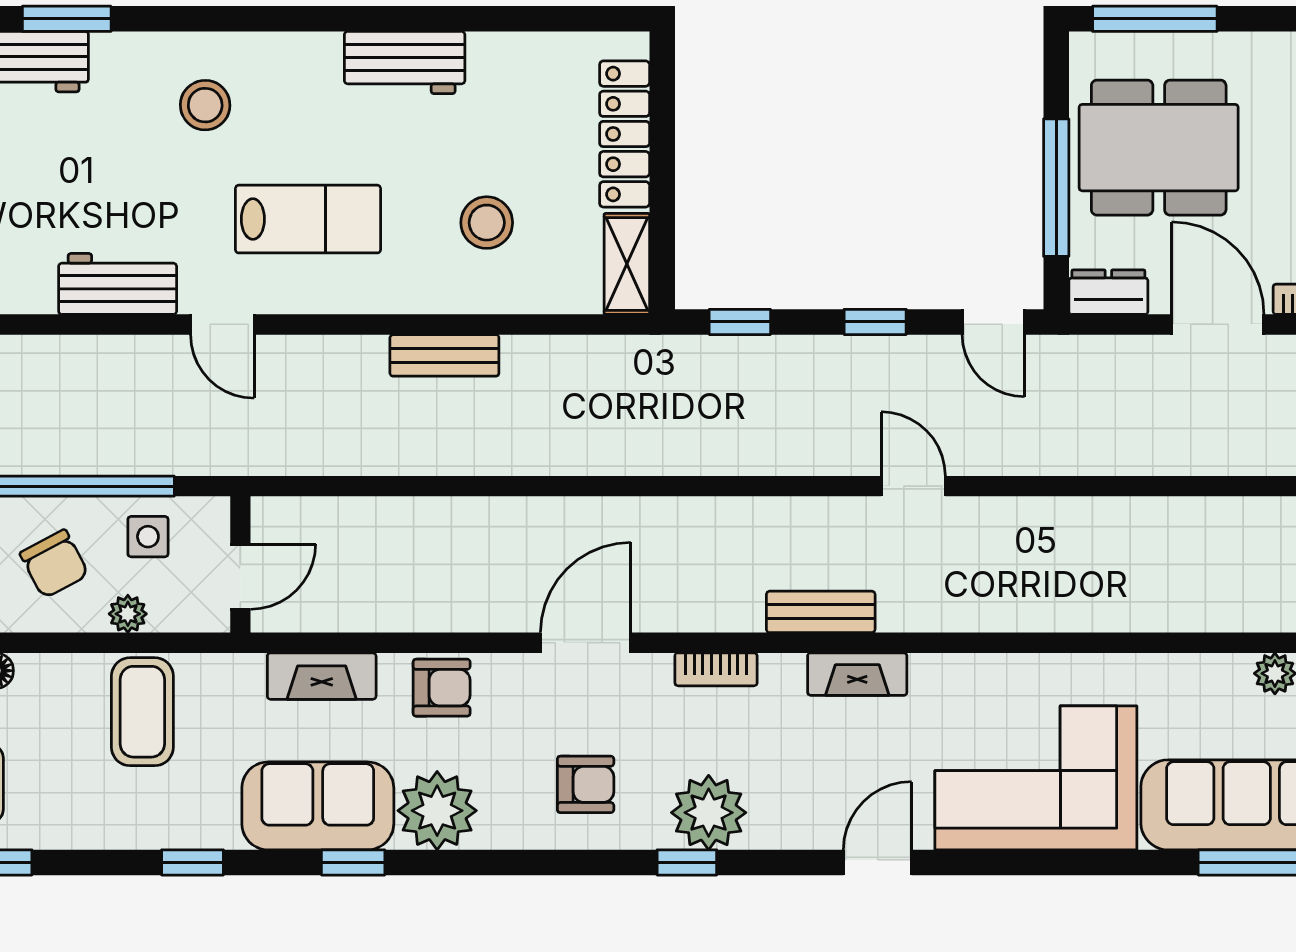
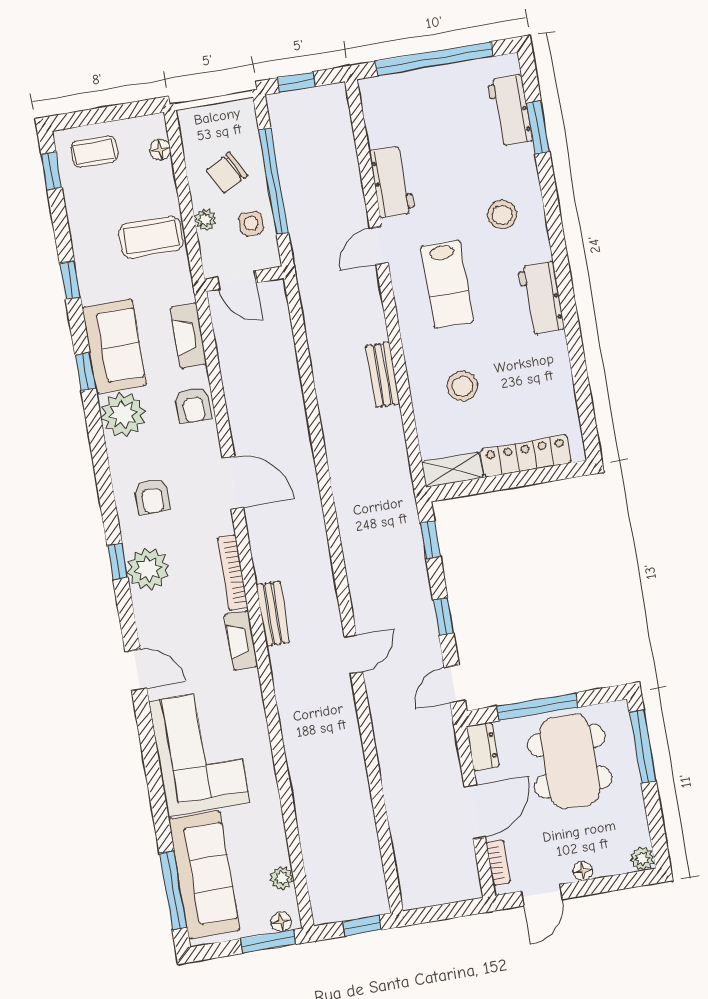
workbench: (405, 63) -> (541, 298), moved
bookcase: (716, 669) -> (232, 573), width x1.56

